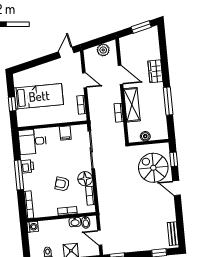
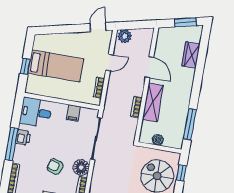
plant: (103, 50) -> (125, 36), moved
wardrobe: (155, 71) -> (191, 55), moved
door: (85, 80) -> (109, 62), hinge flipped
window: (168, 101) -> (190, 124), moved

